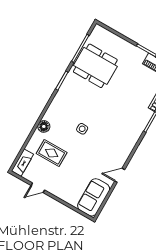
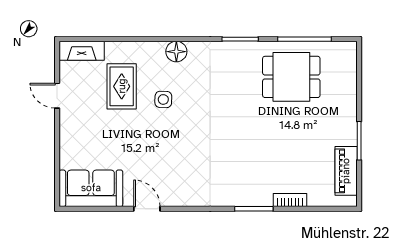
dining table: (95, 66) -> (291, 77), width x0.73
floor lamp: (44, 126) -> (176, 52), moved
side table: (82, 129) -> (163, 99), moved

